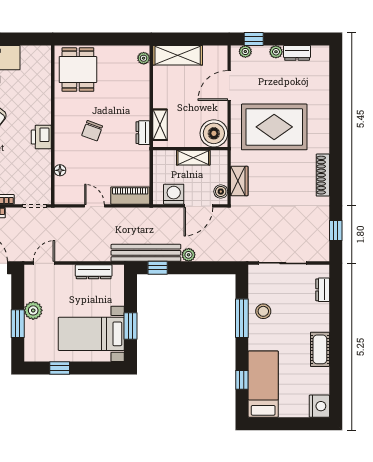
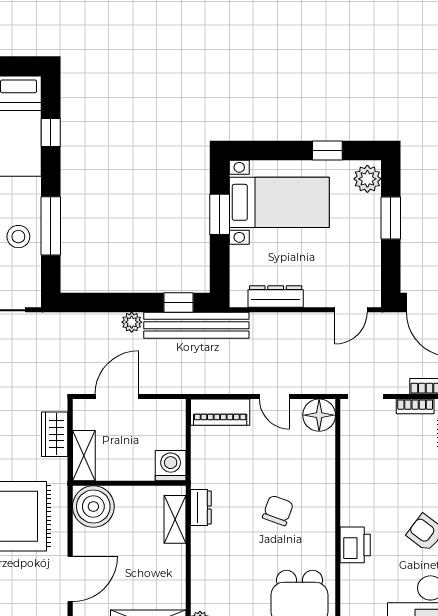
printer: (41, 137) -> (355, 545), moved
shelving: (193, 158) -> (84, 456), moved, turned 90
floor lamp: (60, 170) -> (319, 415), moved, width x1.89, depth x1.89
boiler: (221, 192) -> (83, 418), removed
washing machine: (174, 194) -> (171, 466), moved, turned 180
plant: (33, 310) -> (367, 179), moved

